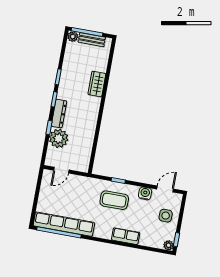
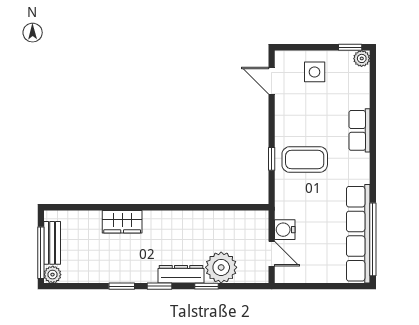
water cooler: (145, 193) -> (285, 230), moved
coffee table: (114, 200) -> (305, 160), turned 90

